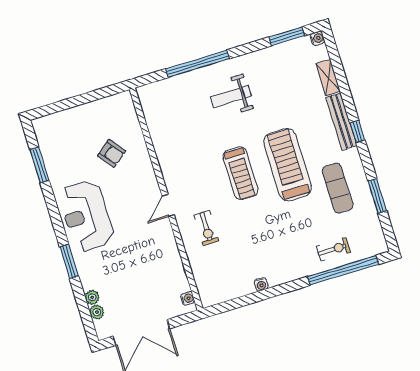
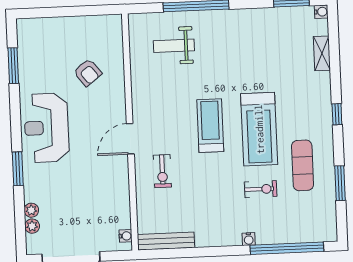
weight bench: (231, 97) -> (174, 46), moved
bench: (342, 122) -> (166, 241), moved, turned 90
treadmill: (288, 165) -> (259, 129), turned 180
treadmill: (241, 173) -> (210, 126), turned 180
door: (168, 205) -> (130, 139), width x1.37
exercise bike: (333, 249) -> (261, 189), moved
water cooler: (261, 284) -> (249, 239), moved

